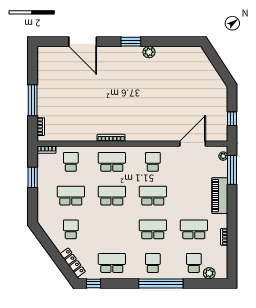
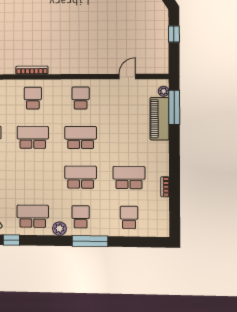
window: (232, 119) -> (174, 34), moved
door: (193, 144) -> (127, 77), width x0.53
school desk: (112, 162) -> (33, 98), width x0.54
piano: (220, 196) -> (160, 119), moved
plant: (209, 273) -> (59, 229), moved
window: (161, 283) -> (90, 241), width x0.68

